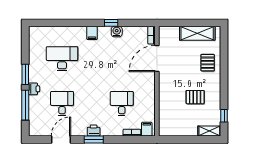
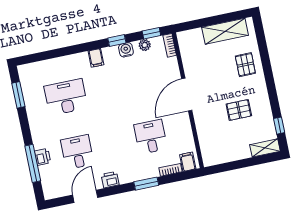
window: (139, 23) -> (151, 33), added
plant: (132, 31) -> (145, 45), added
door: (157, 58) -> (187, 95), moved
window: (25, 74) -> (18, 95), moved
printer: (34, 89) -> (43, 157), moved
printer: (94, 130) -> (110, 180), moved
window: (94, 139) -> (146, 184), moved

